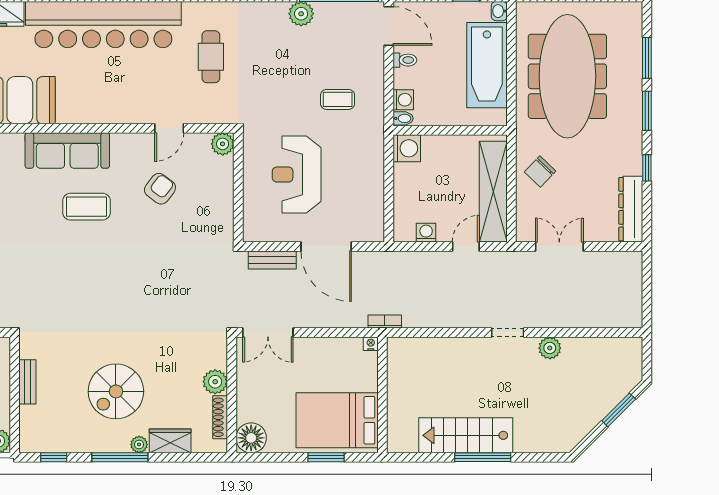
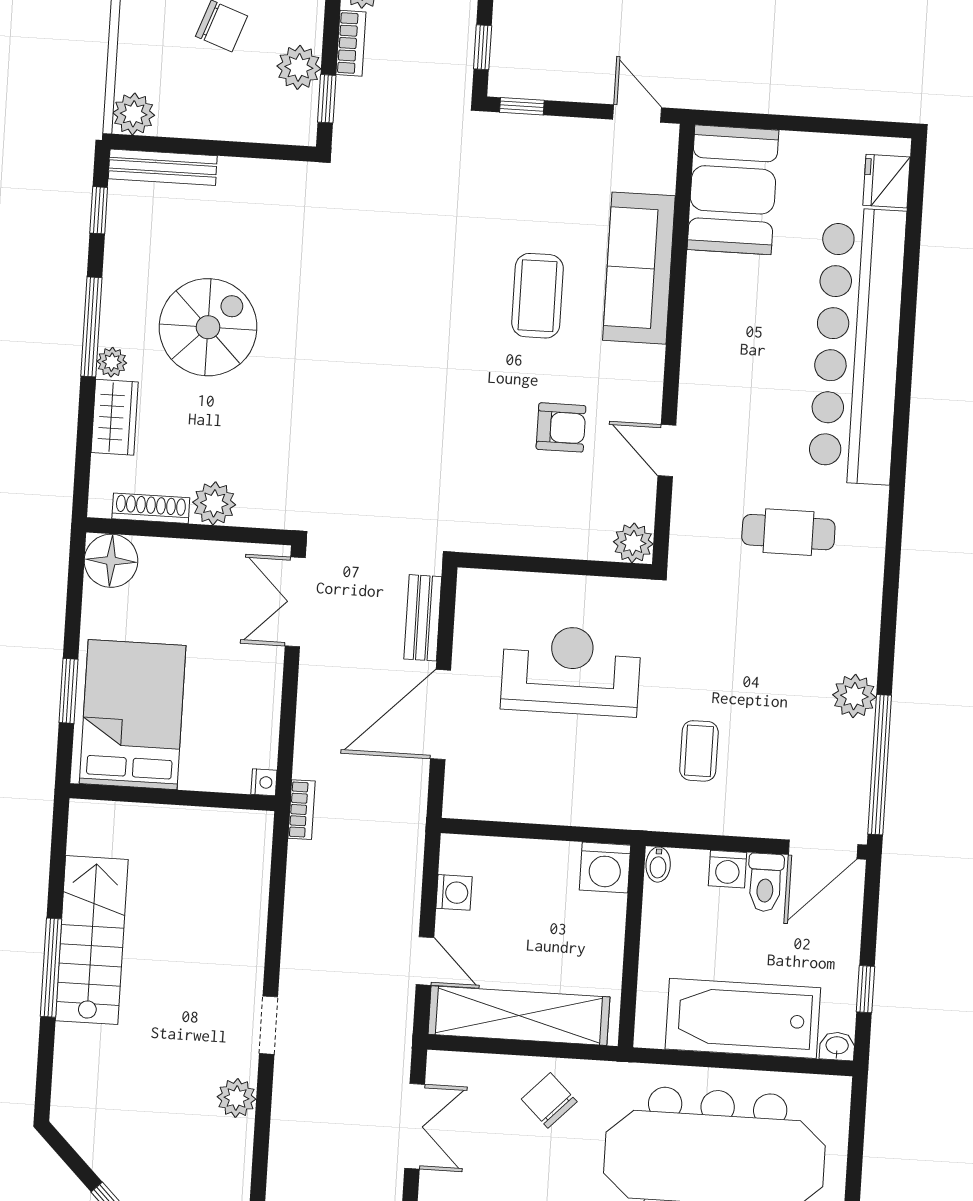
toilet: (405, 60) -> (765, 882), width x1.37, depth x1.39
washing machine: (403, 100) -> (728, 869), moved
armchair: (160, 189) -> (561, 427), turned -37
bench: (27, 382) -> (163, 167), moved, width x1.36
spiral stairs: (116, 391) -> (208, 327), turned 90

